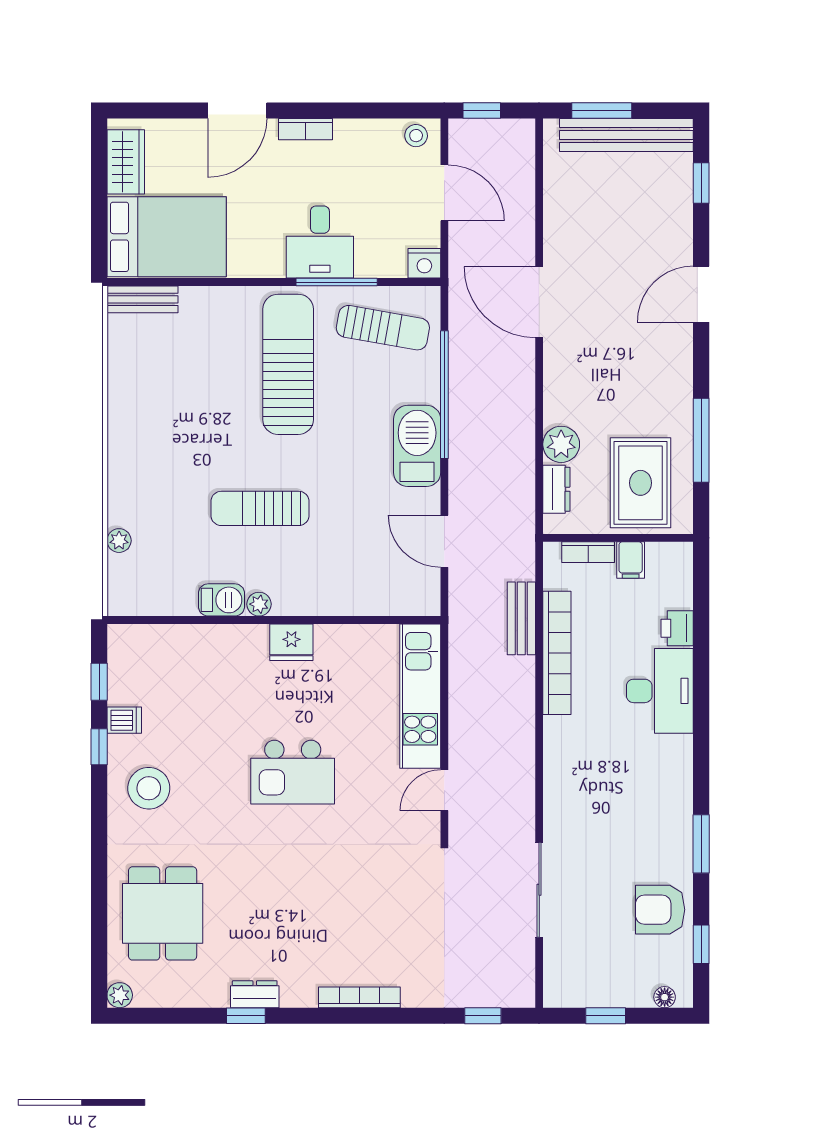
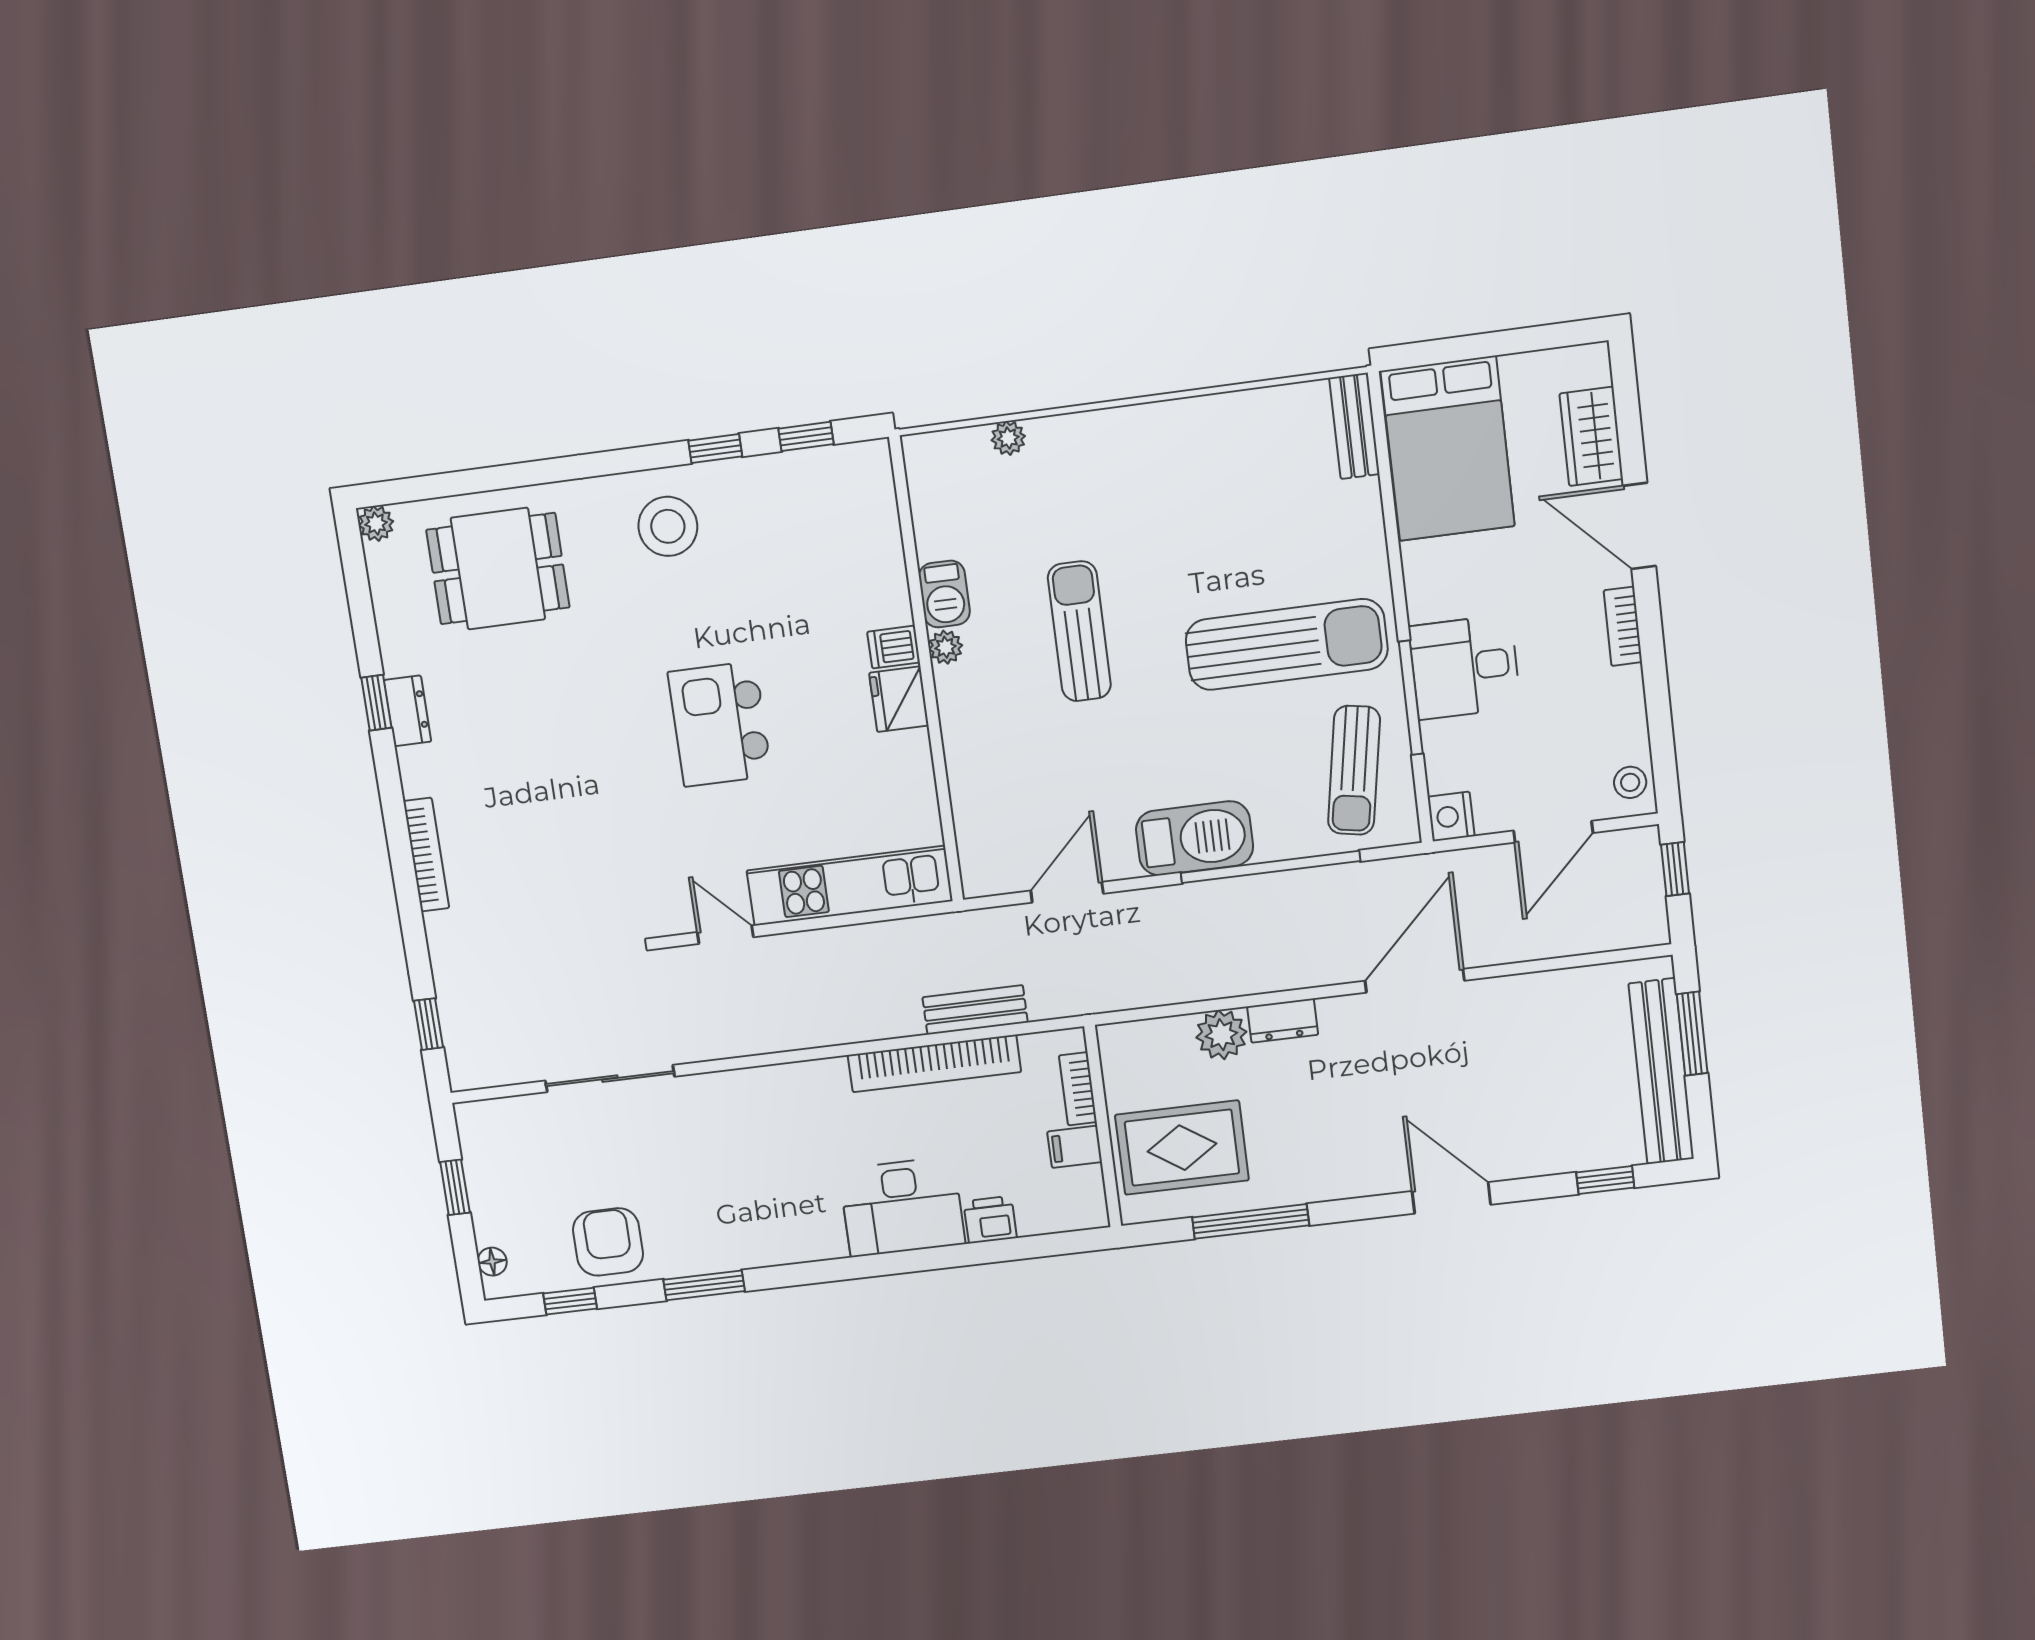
wardrobe: (126, 162) -> (1591, 436), moved, turned 90
dresser: (556, 489) -> (1283, 1021), moved
dishwasher: (124, 720) -> (894, 647), moved, turned 90

